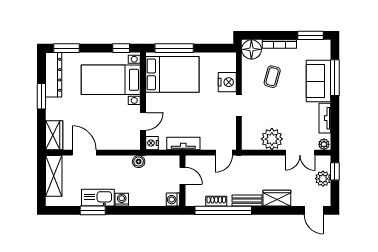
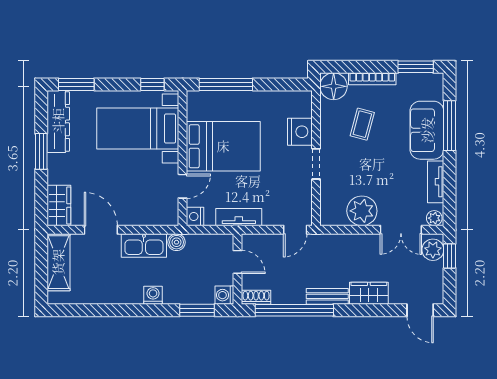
bed: (172, 74) -> (223, 146), moved
plant: (323, 179) -> (433, 250), moved
kitchen sink: (98, 198) -> (144, 246), moved, turned 180
shoe rack: (216, 201) -> (256, 297), moved
window: (93, 210) -> (197, 310), moved

